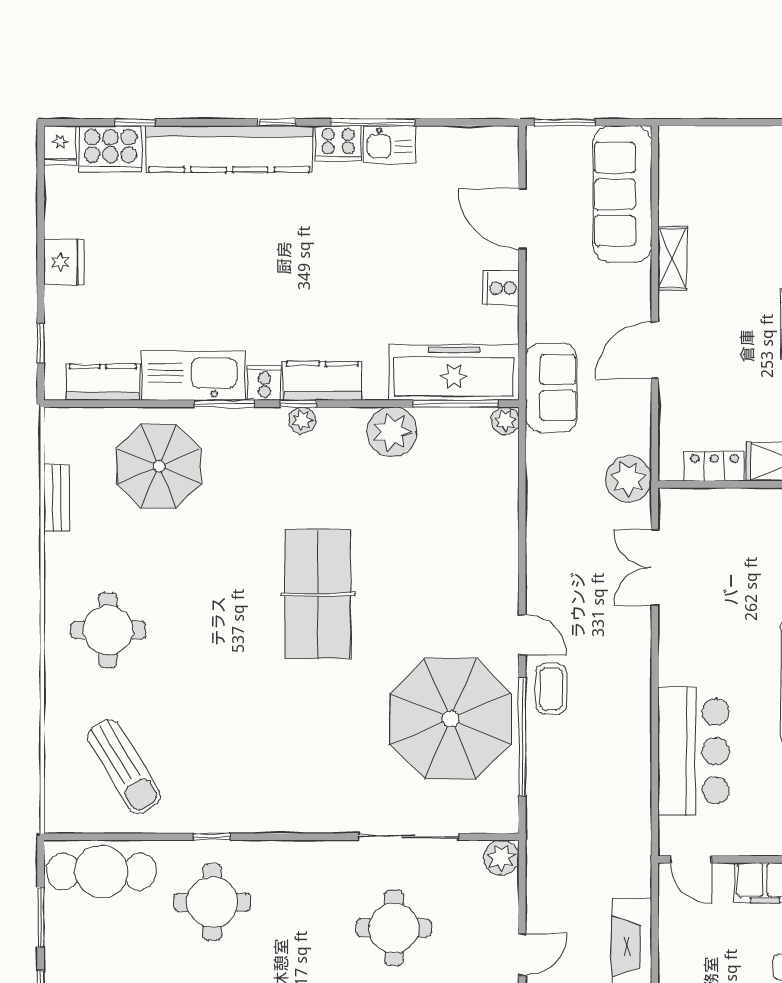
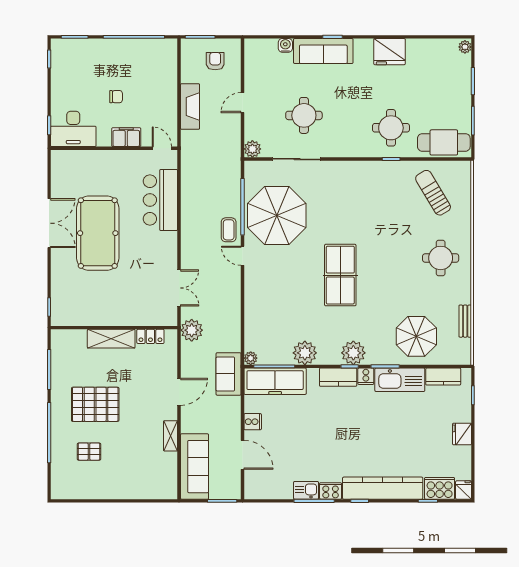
plant: (302, 420) -> (353, 353), width x1.87, depth x1.87

